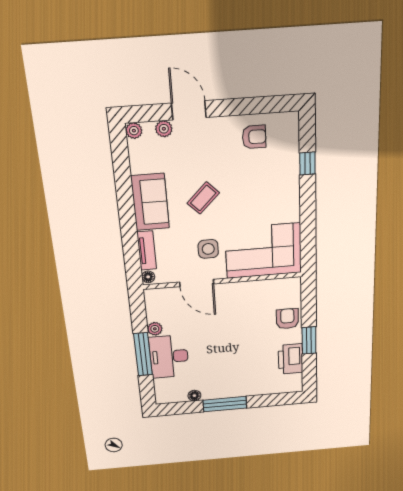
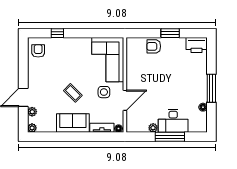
armchair: (254, 137) -> (38, 51), moved
printer: (290, 359) -> (197, 45), moved

